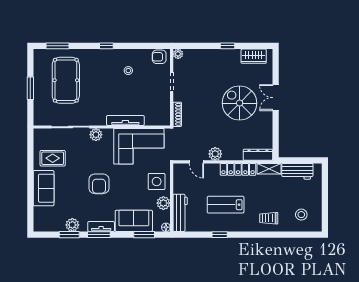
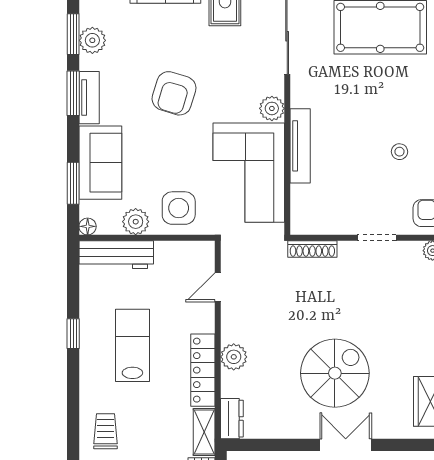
plant: (96, 135) -> (272, 108), moved
plant: (215, 154) -> (234, 357), moved
dresser: (258, 155) -> (232, 419), width x0.70
armchair: (99, 184) -> (174, 93), turned -73

